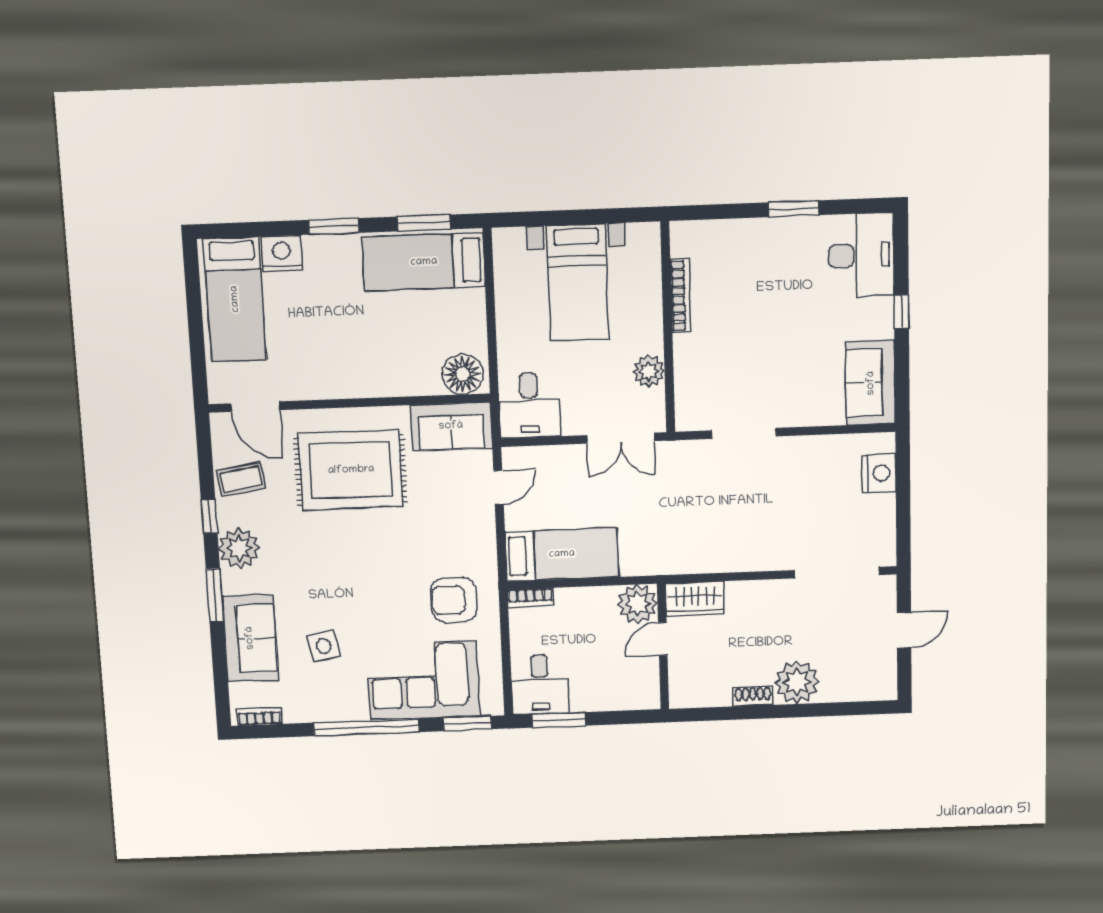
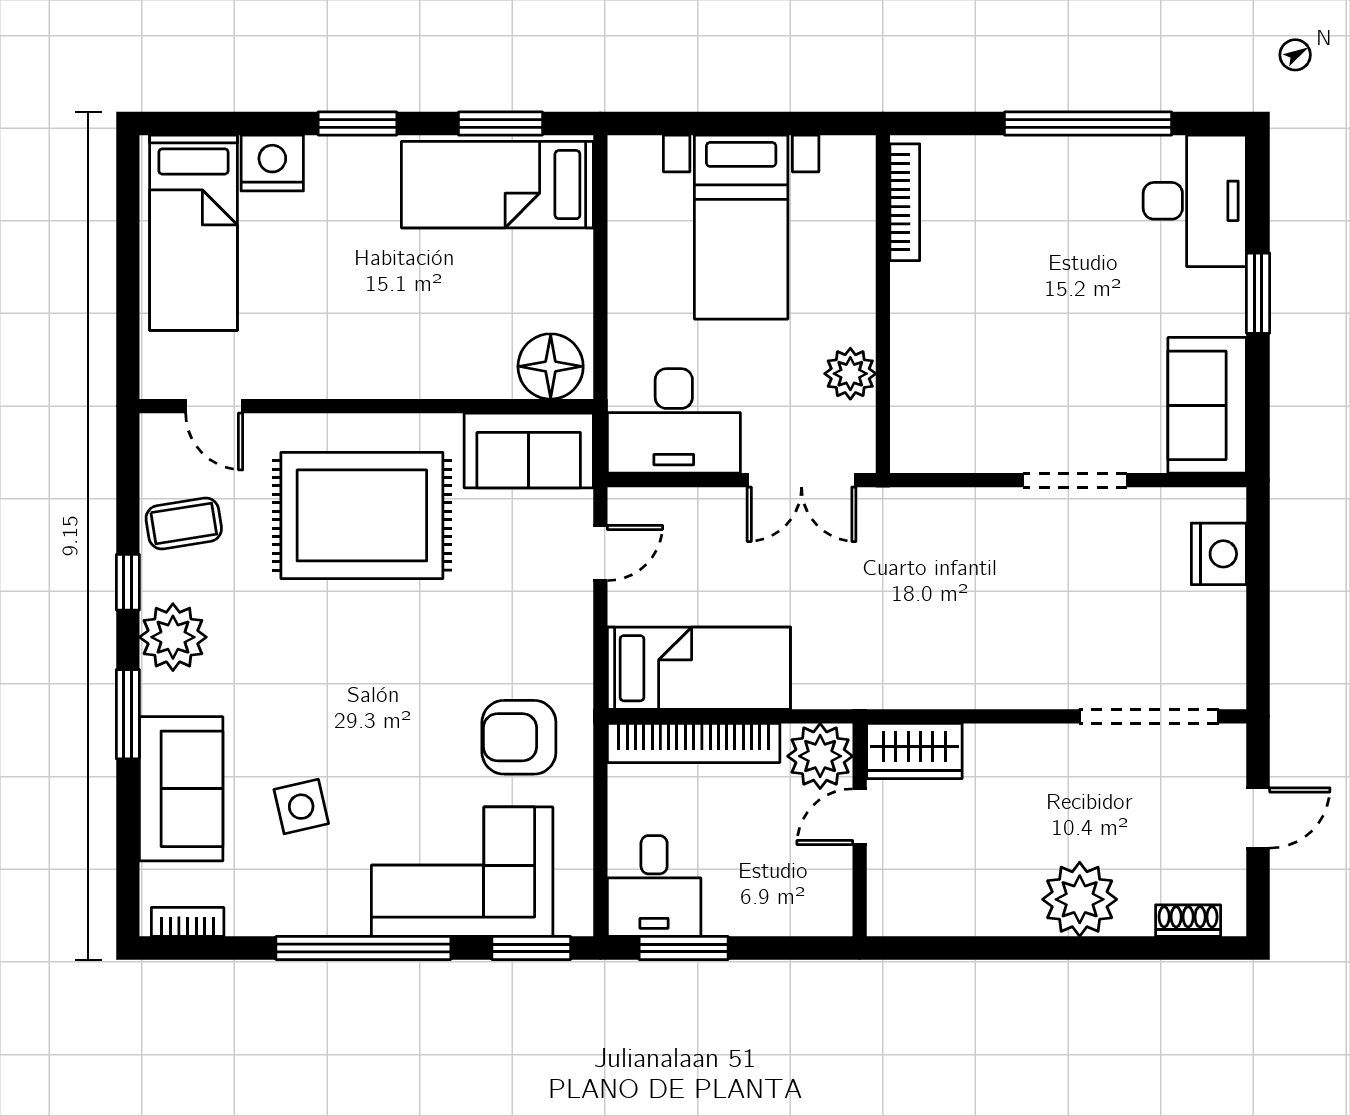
window: (794, 209) -> (1088, 124), width x2.11
bookcase: (681, 296) -> (905, 202), moved
window: (901, 312) -> (1258, 293), width x1.50
desk: (529, 405) -> (674, 421), width x1.37
door: (255, 407) -> (214, 406), width x0.73
doorway: (744, 433) -> (1075, 480), moved
bookcase: (530, 598) -> (694, 743), width x2.31, depth x1.31
shoe rack: (753, 696) -> (1188, 921), moved

